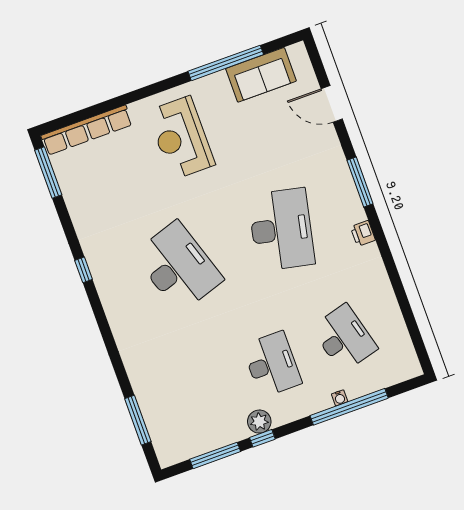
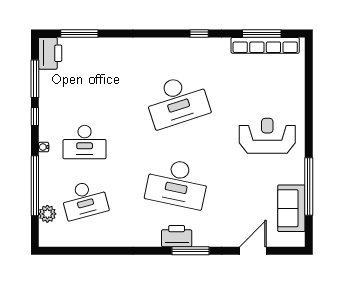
row of seats: (87, 130) -> (265, 45), moved, turned -90
window: (48, 172) -> (262, 33), moved
printer: (363, 233) -> (177, 236), moved, width x1.87, depth x1.48
water cooler: (340, 398) -> (44, 147), moved
plant: (259, 422) -> (47, 214), moved
printer: (176, 448) -> (50, 53), added

